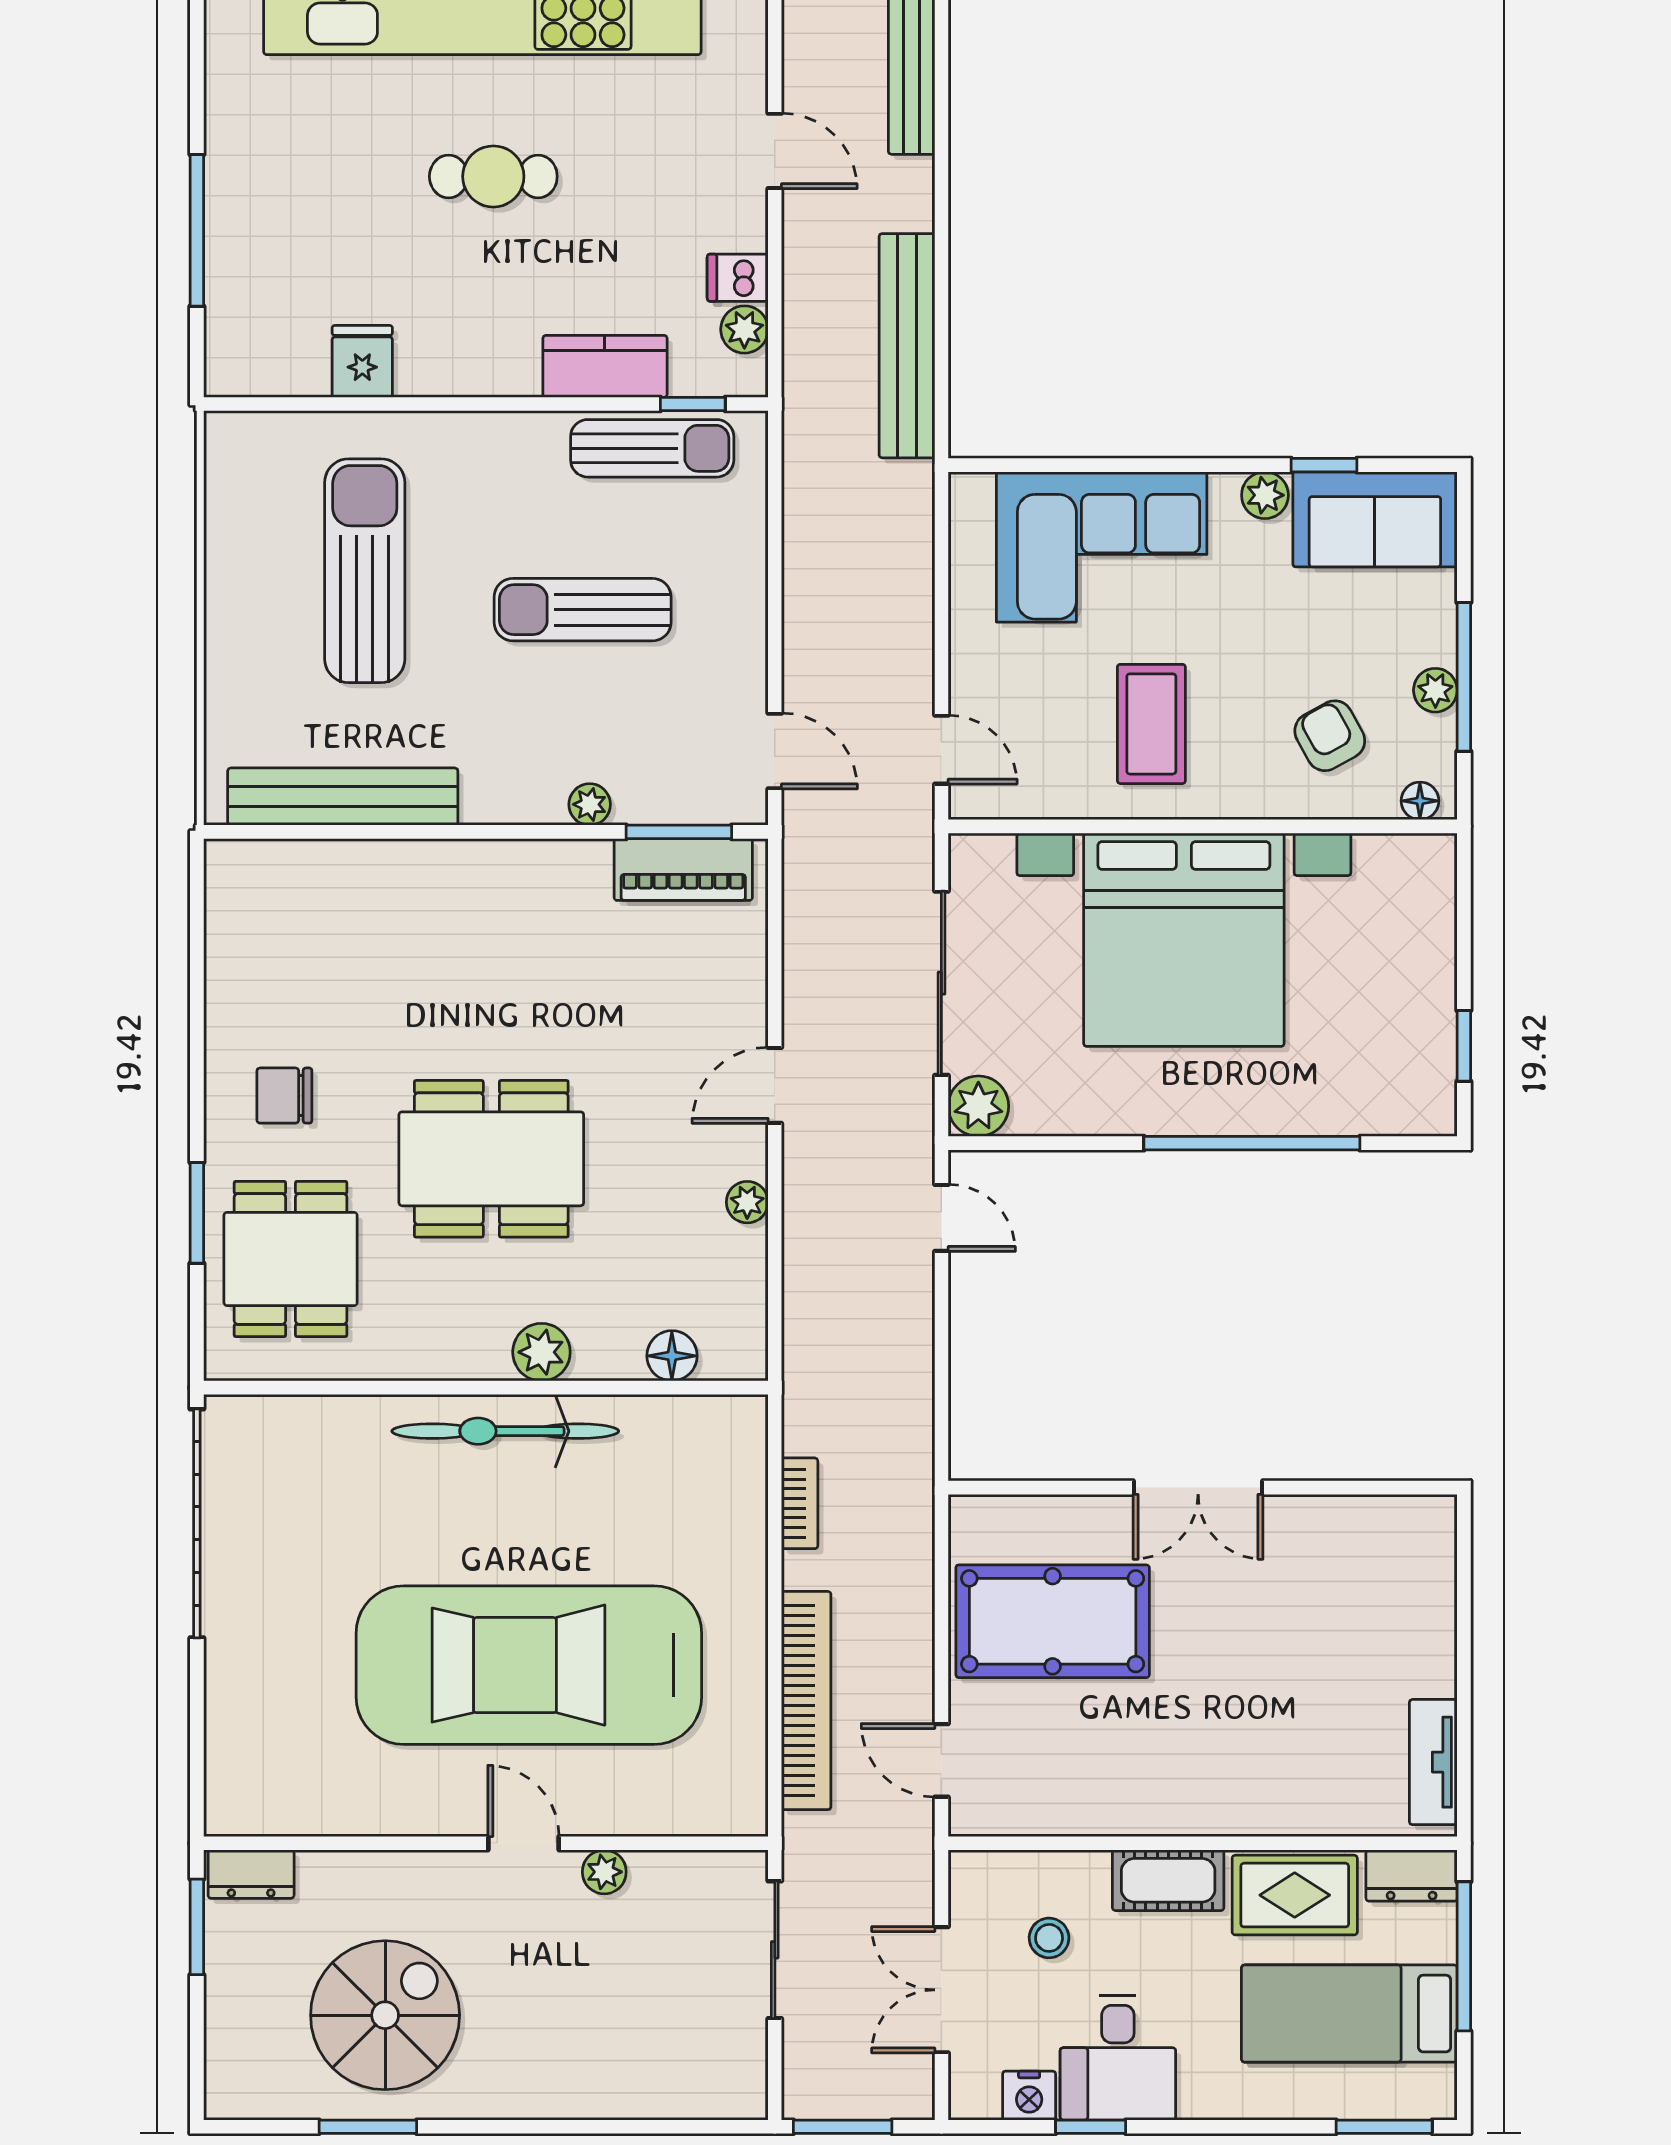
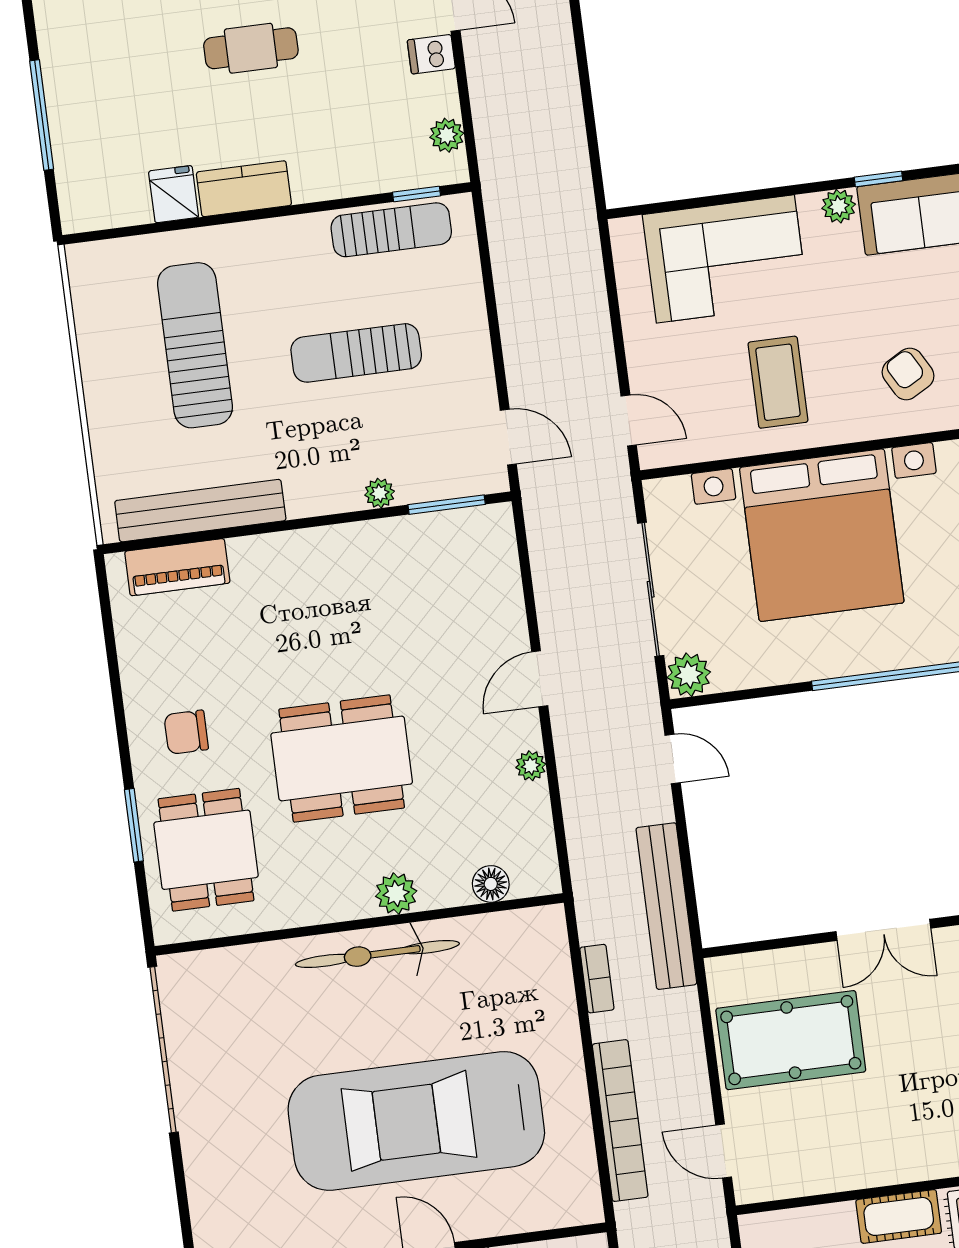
dishwasher: (738, 278) -> (431, 54), moved
bench: (907, 346) -> (666, 906), moved
kitchen counter: (605, 366) -> (244, 189), moved
piano: (683, 869) -> (177, 567), moved

